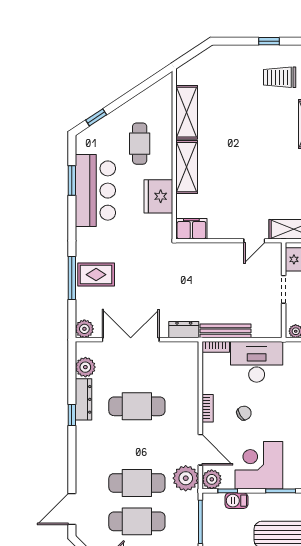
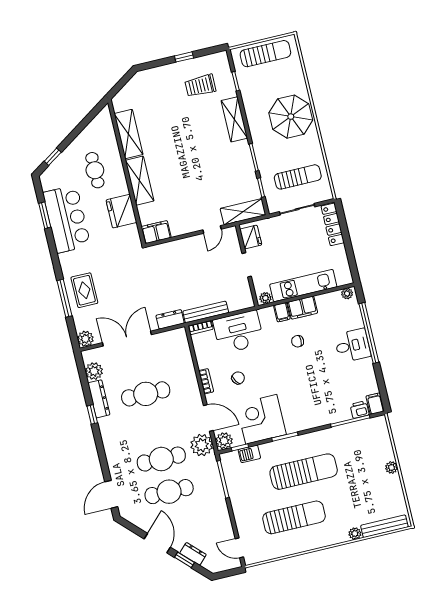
rug: (96, 275) -> (84, 290), turned 90

